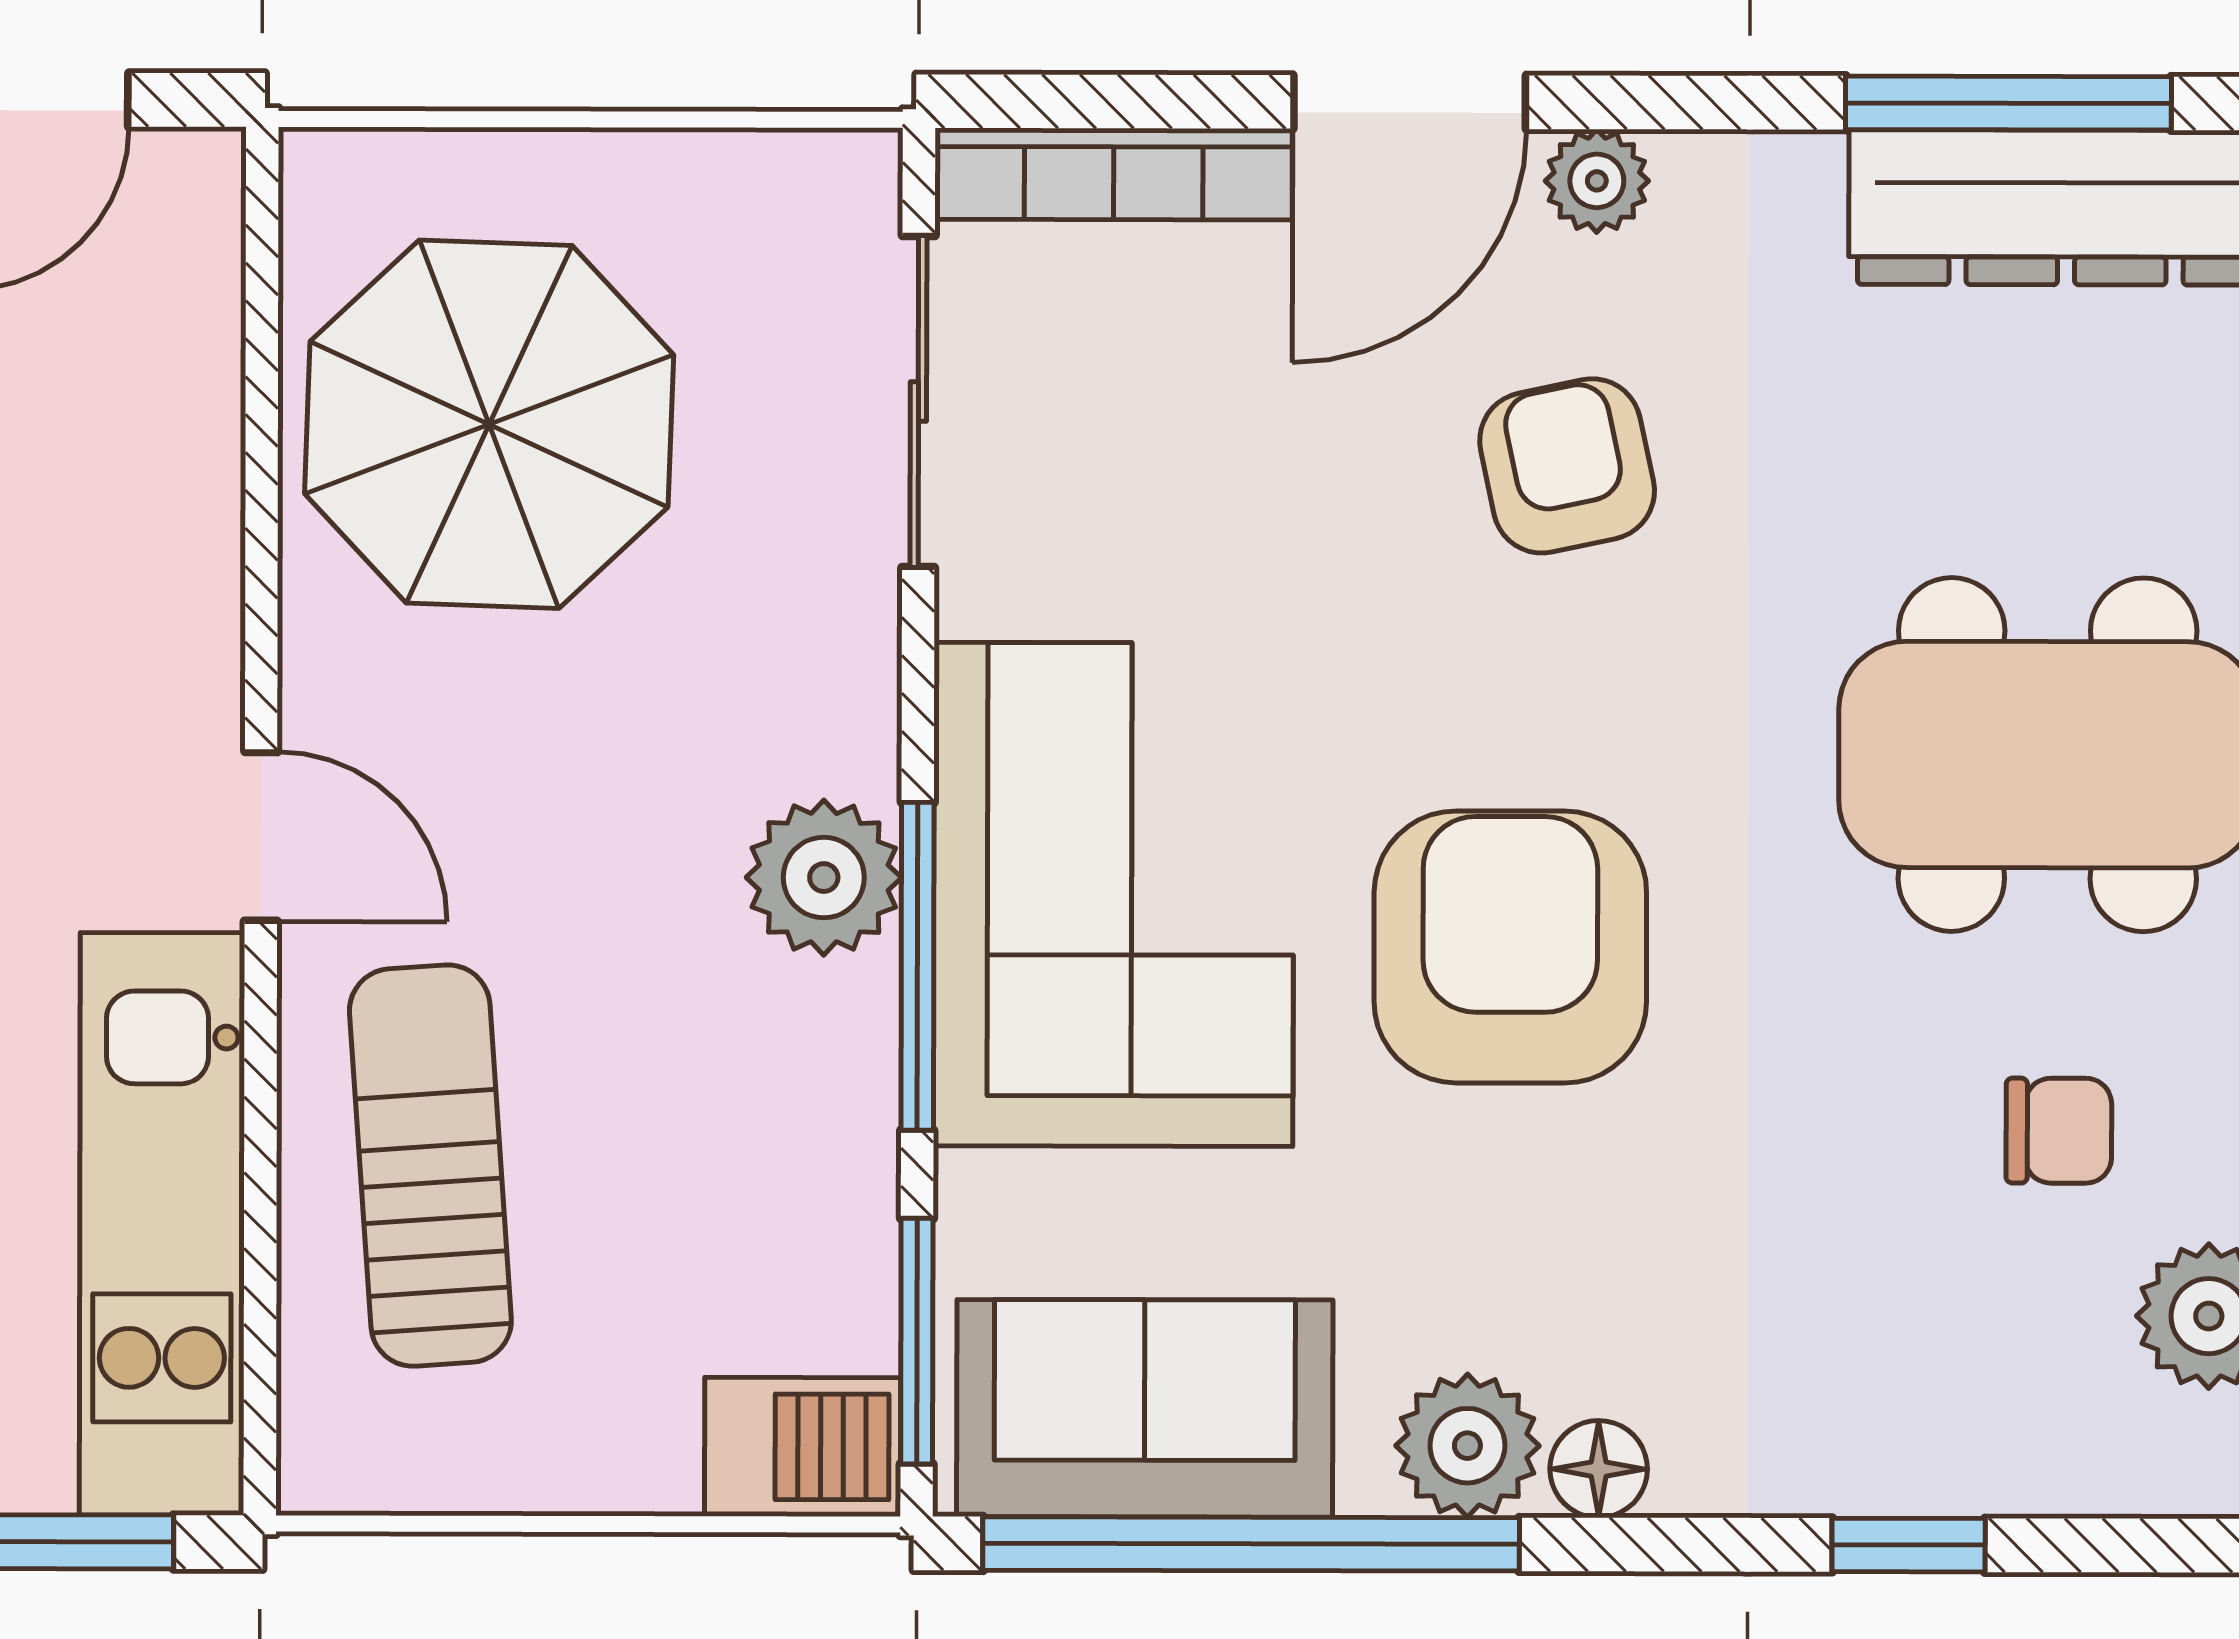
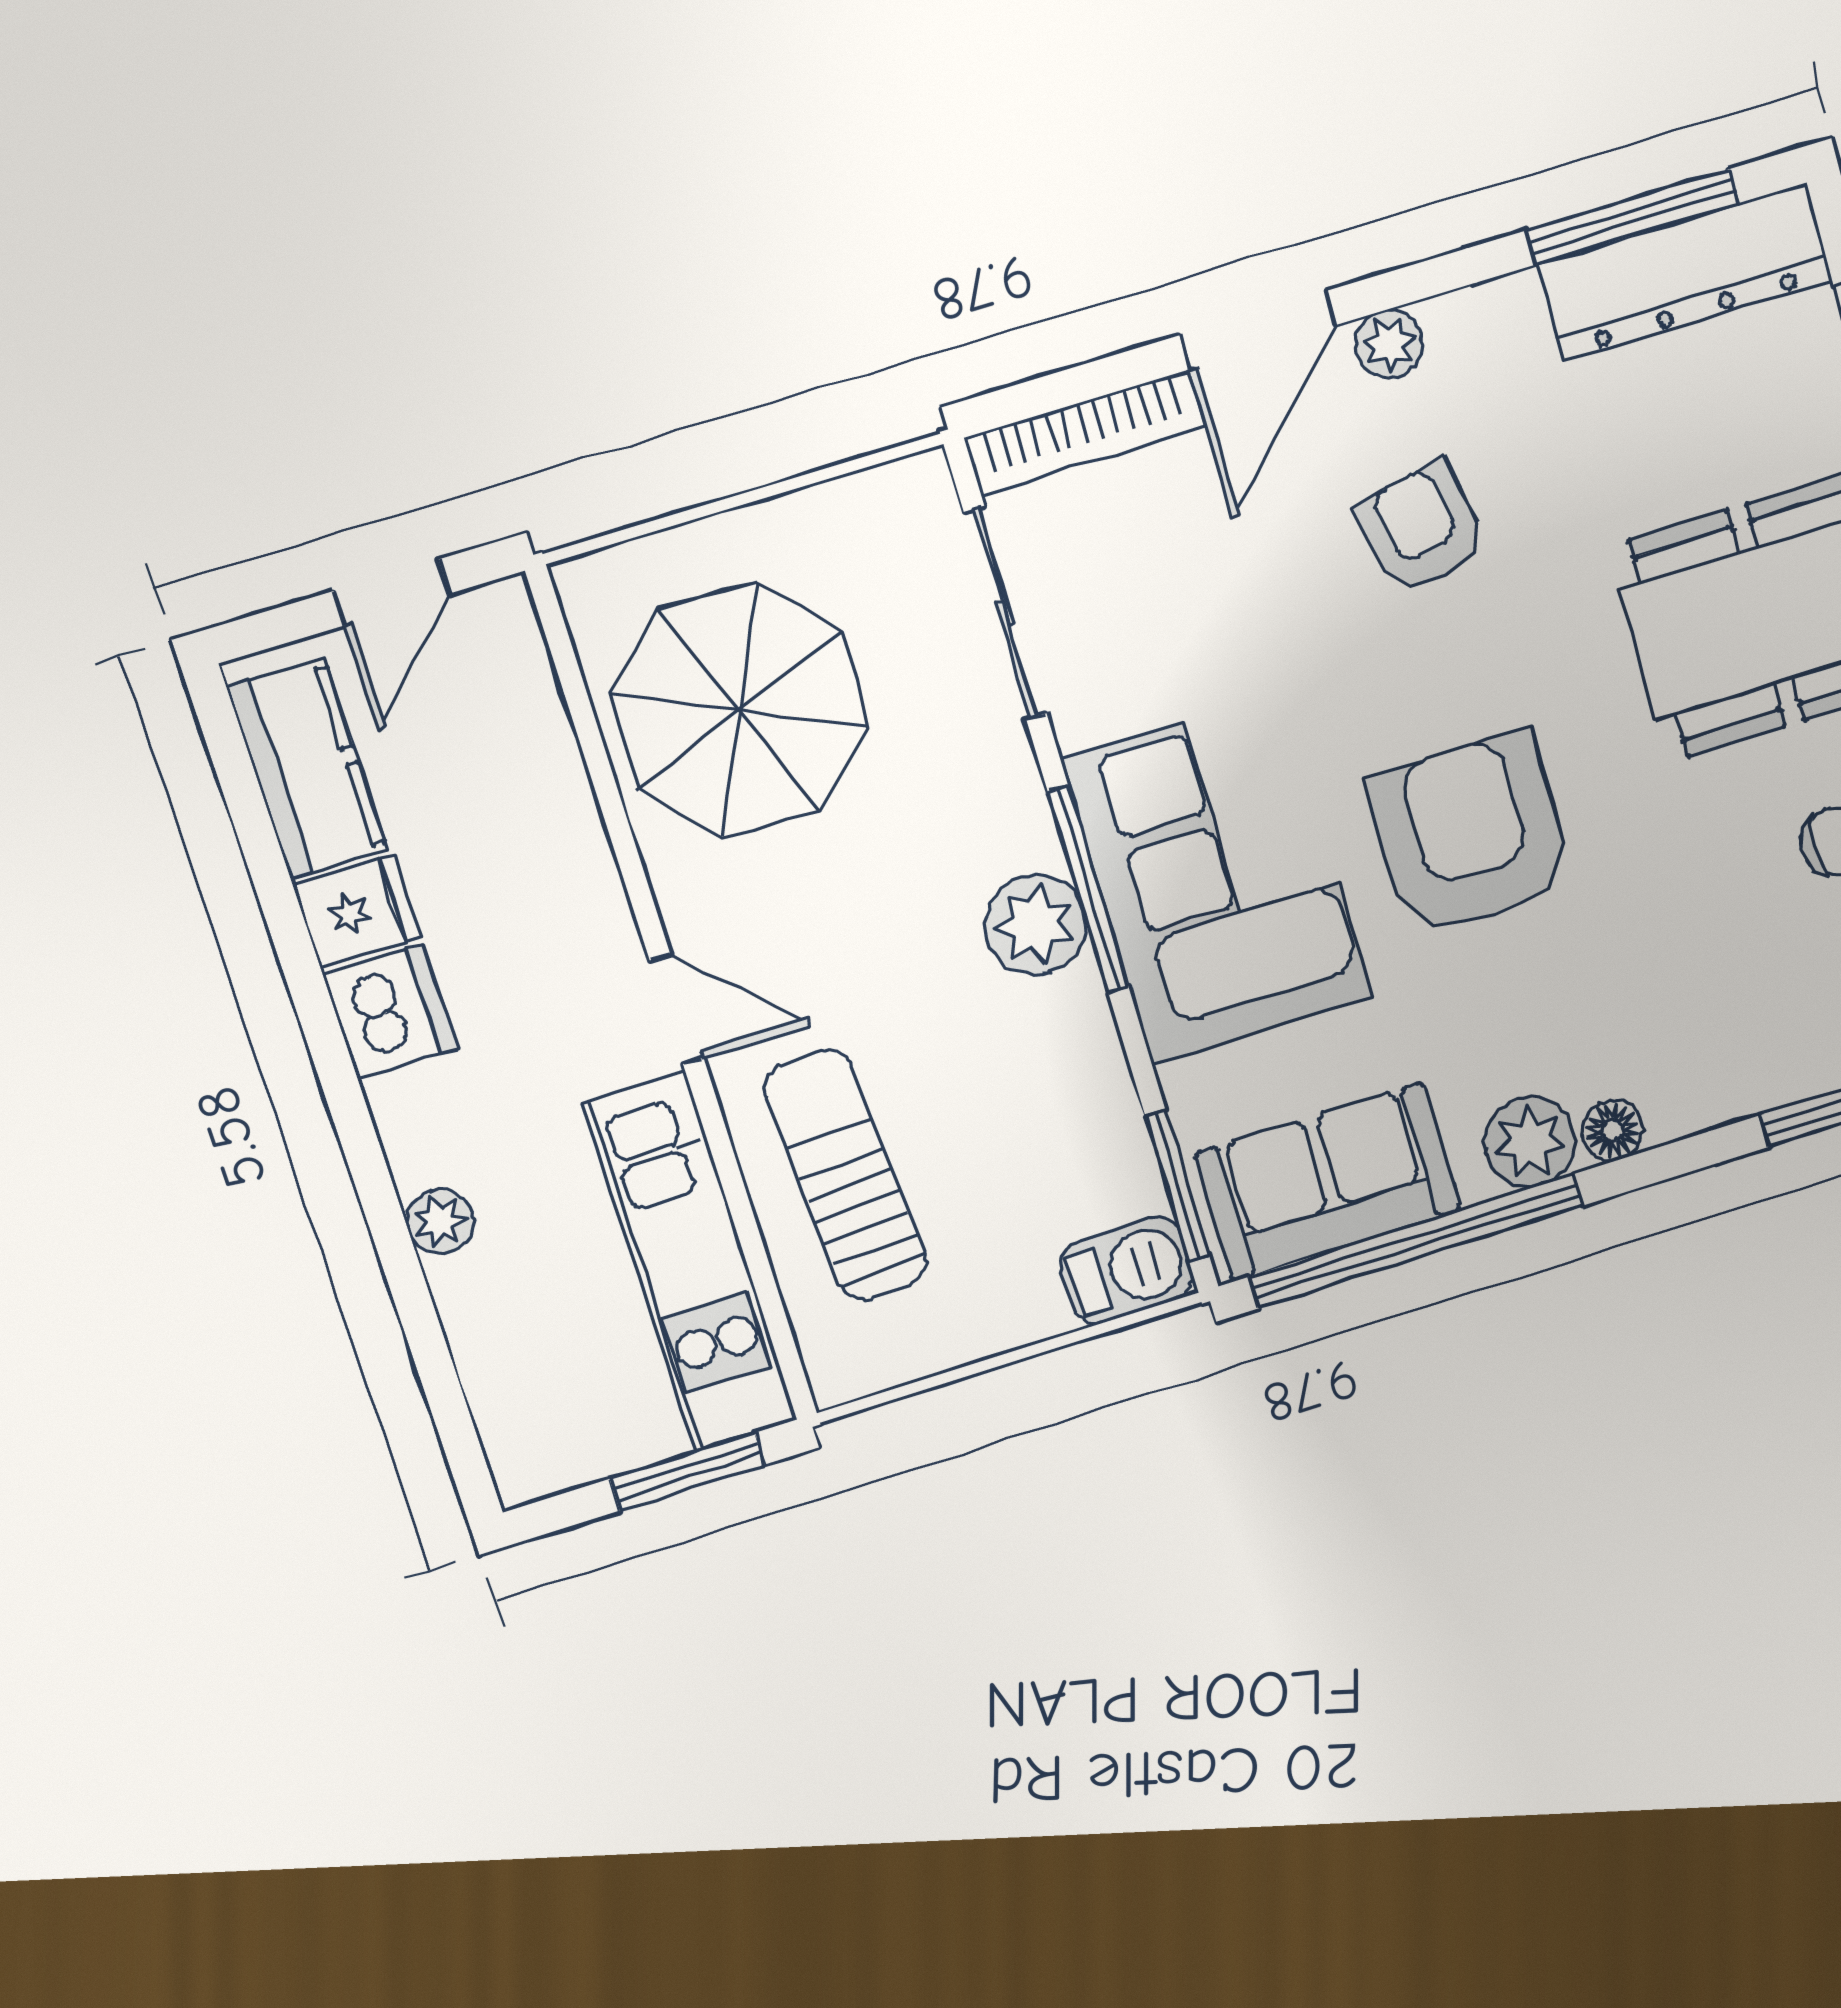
window: (917, 966) -> (1088, 890), moved

